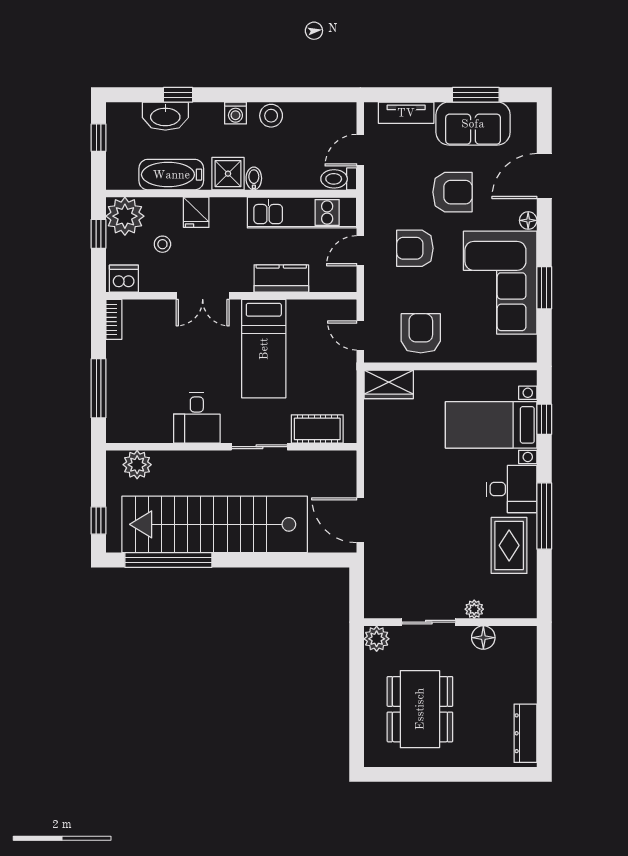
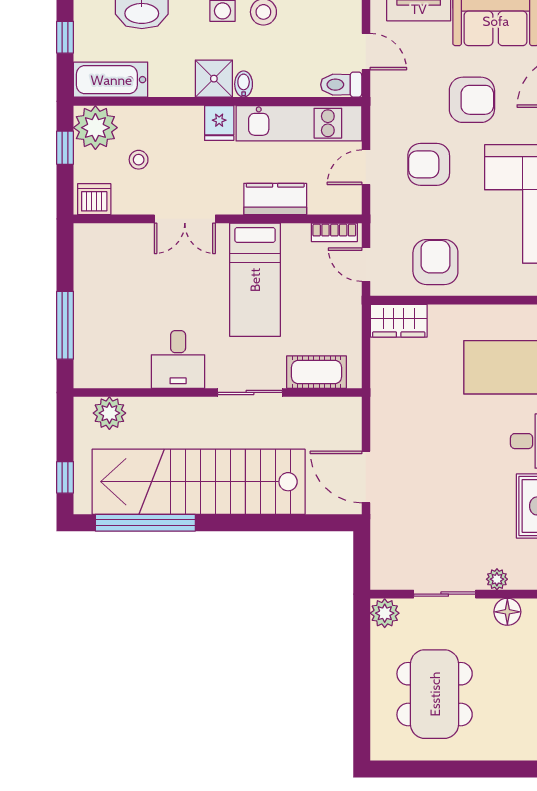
door: (360, 150) -> (366, 52), swing flipped
bathtub: (171, 175) -> (111, 80), moved
fridge: (196, 212) -> (219, 123), moved
bookcase: (114, 319) -> (334, 232), moved, turned 90

